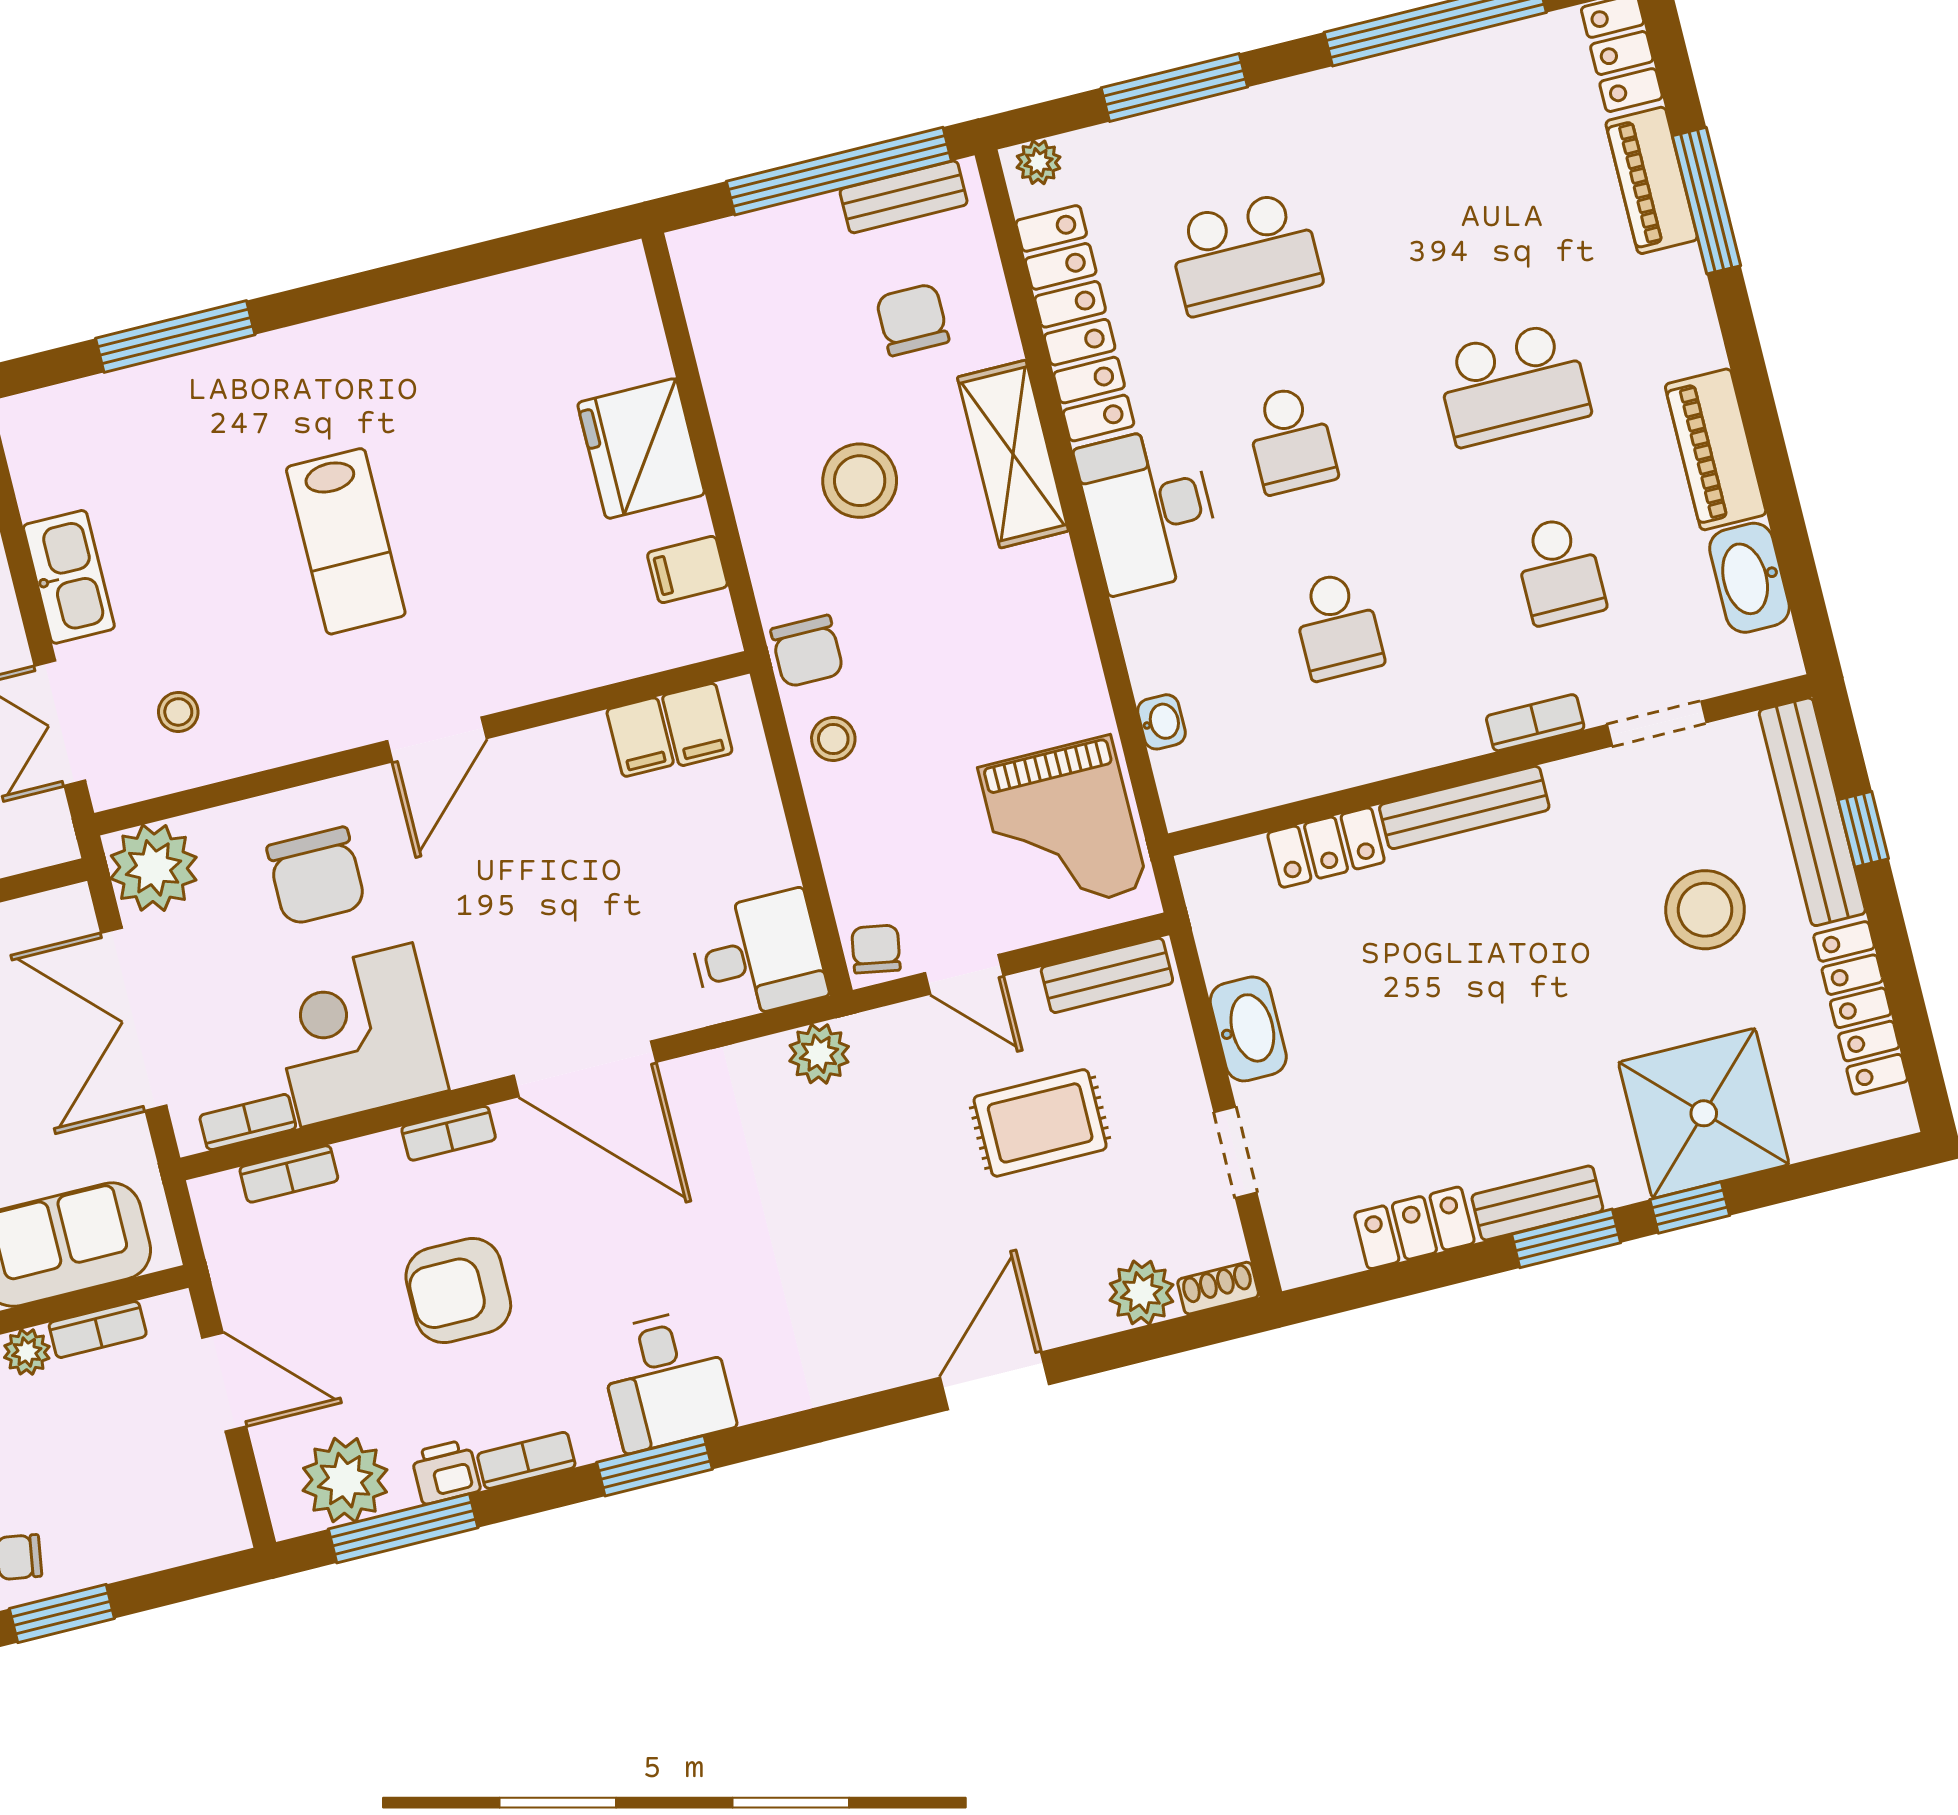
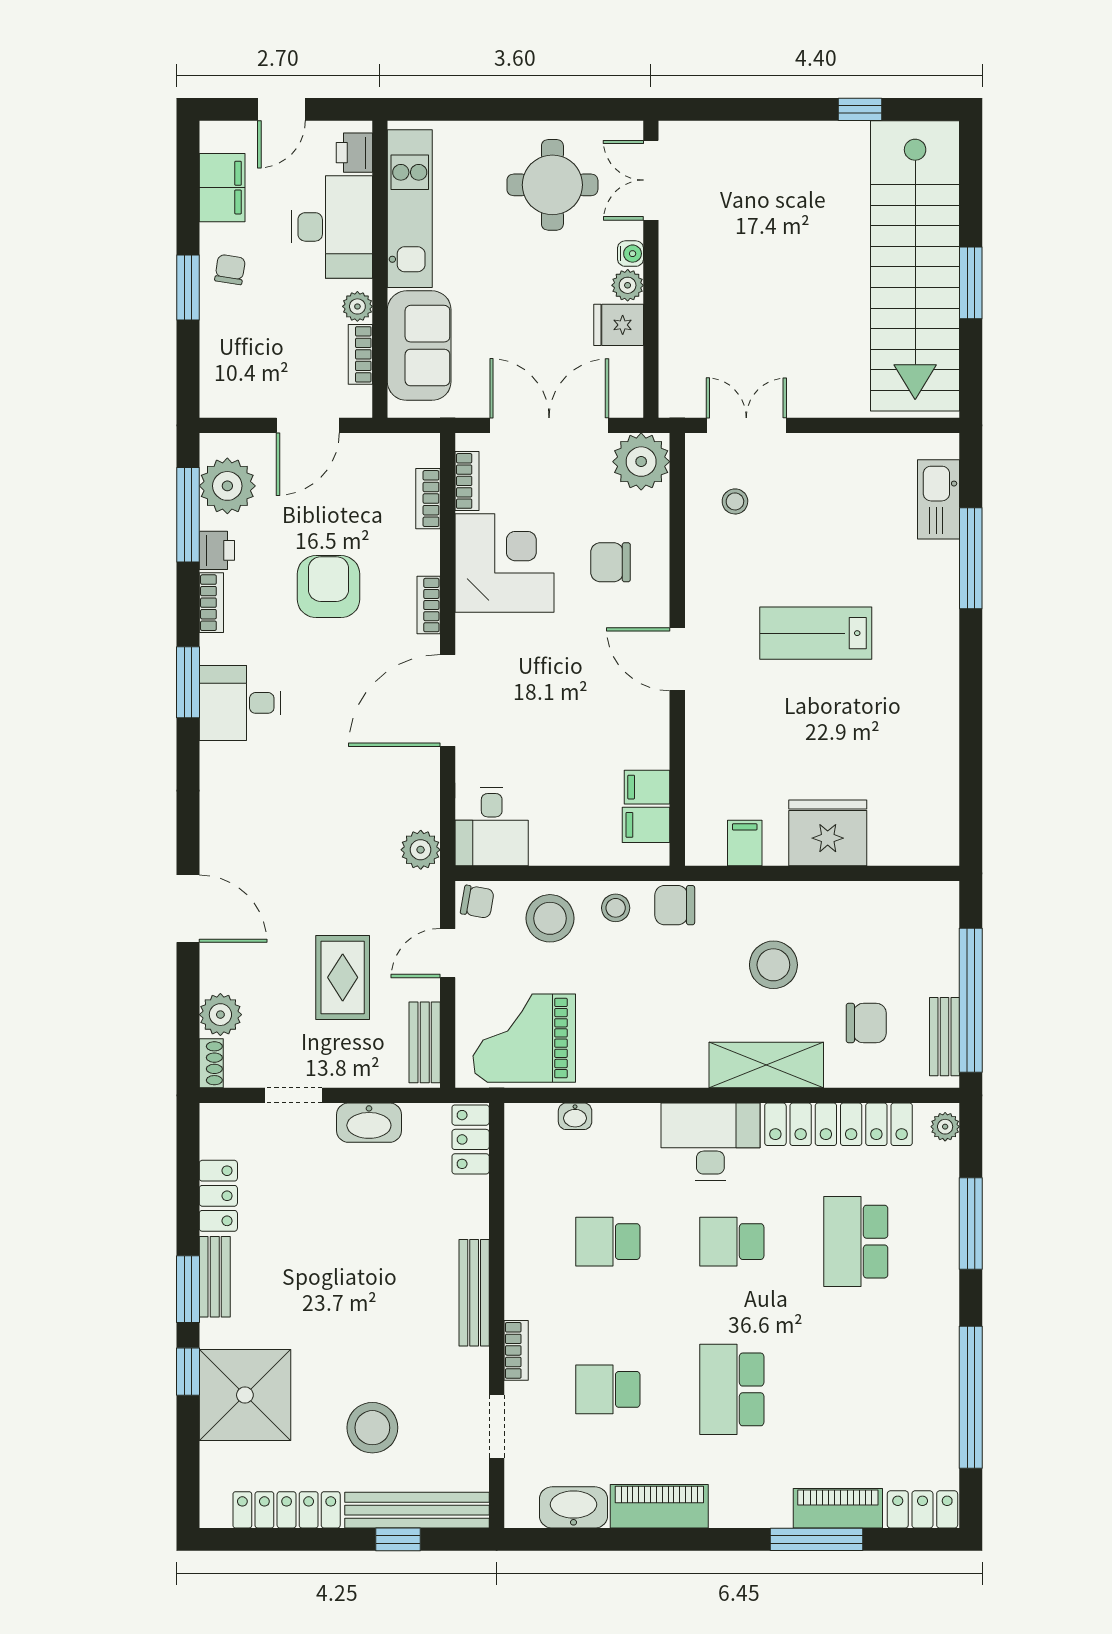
kitchen sink: (69, 577) -> (938, 499), moved, turned 90
stool: (874, 834) -> (550, 918), added
locker: (1326, 848) -> (471, 1139), moved
chair: (316, 876) -> (611, 562), width x0.73, depth x0.73

